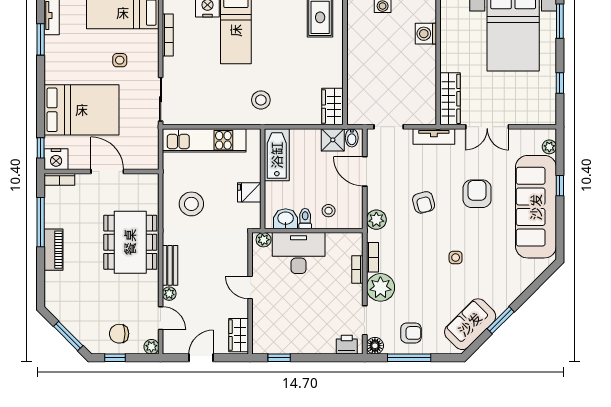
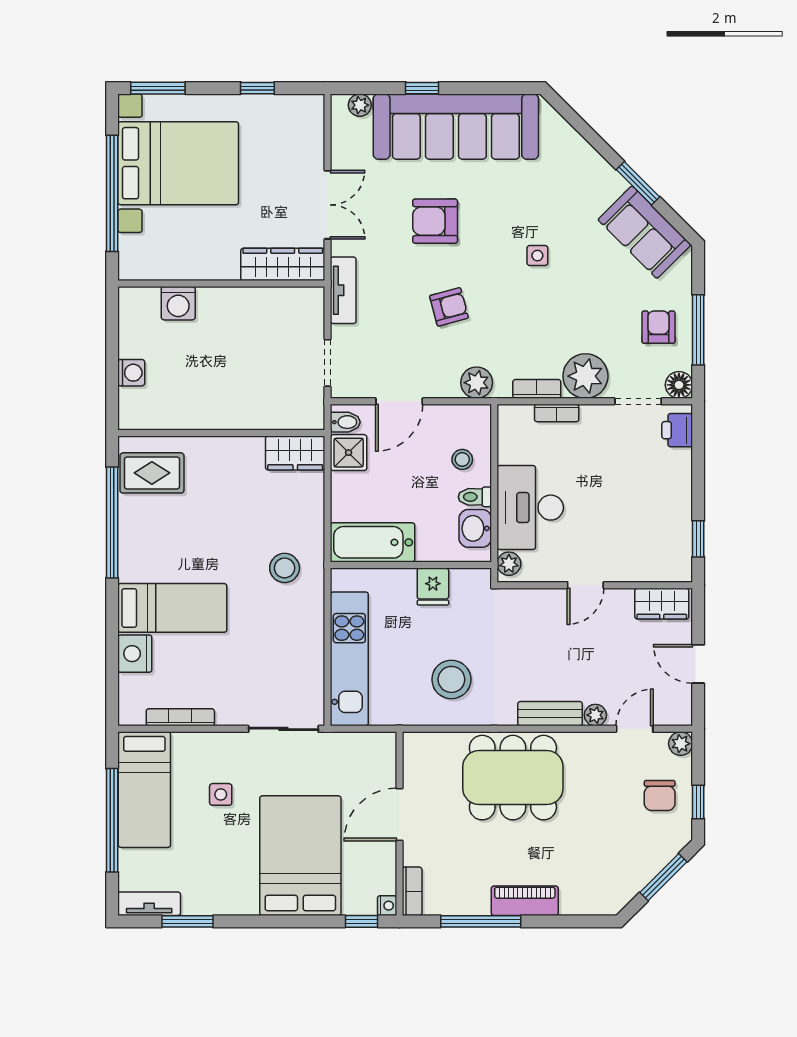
nightstand: (56, 159) -> (387, 906), width x0.53, depth x0.56

